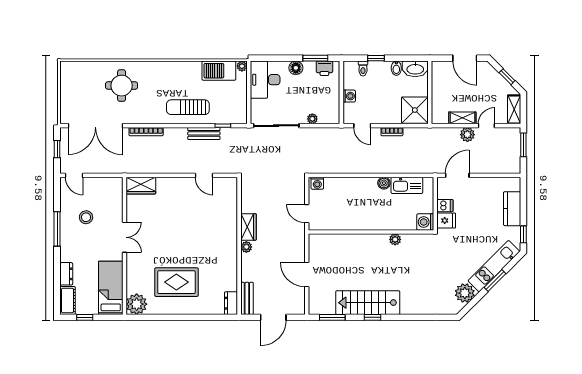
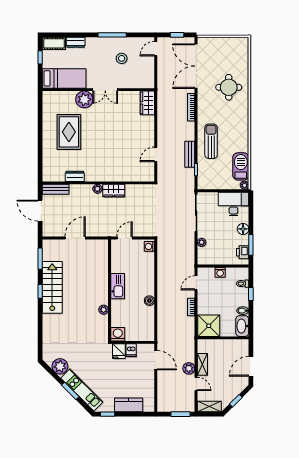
kitchen sink: (407, 185) -> (118, 286), moved, turned 180
dresser: (231, 303) -> (75, 176), moved
plant: (137, 304) -> (84, 99), moved

